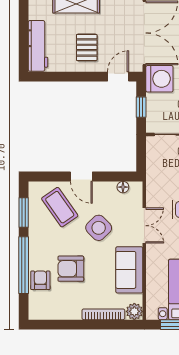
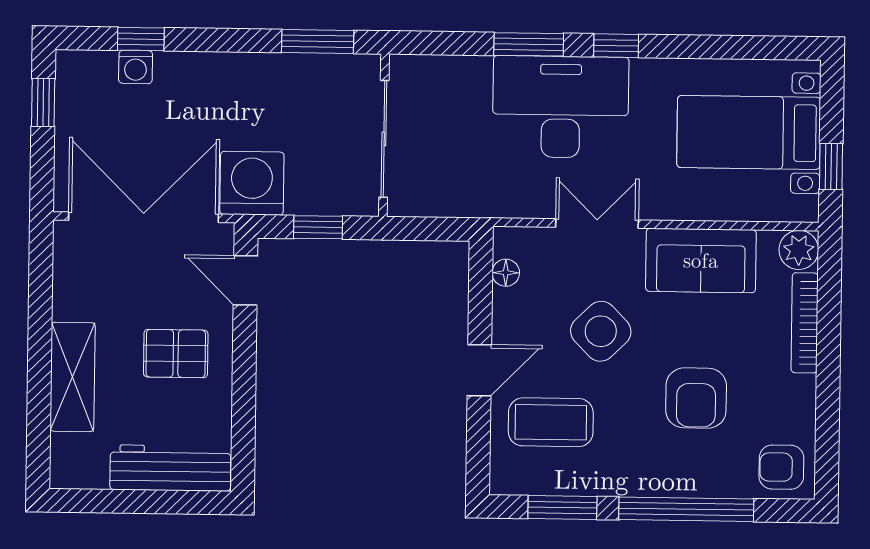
coffee table: (60, 207) -> (551, 422), turned 35
armchair: (40, 280) -> (781, 467), moved

